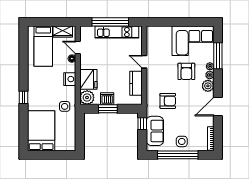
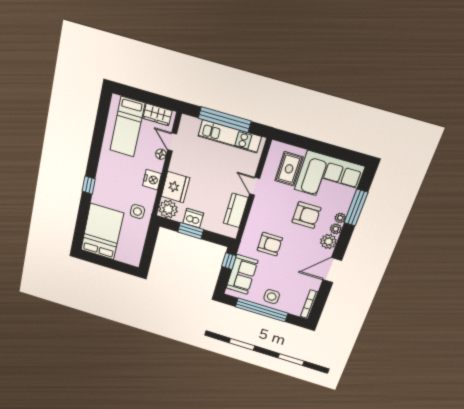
rug: (164, 43) -> (289, 169), added
armchair: (186, 71) -> (306, 215), turned -90

